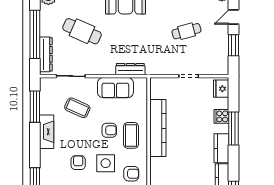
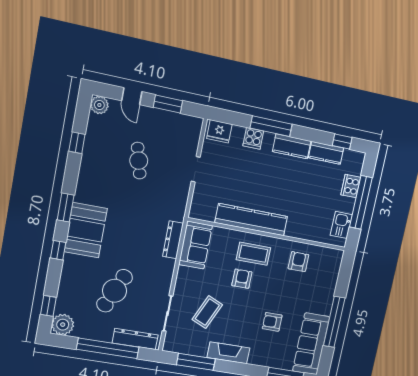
sofa: (115, 88) -> (195, 245), moved
side table: (106, 163) -> (280, 290), removed

